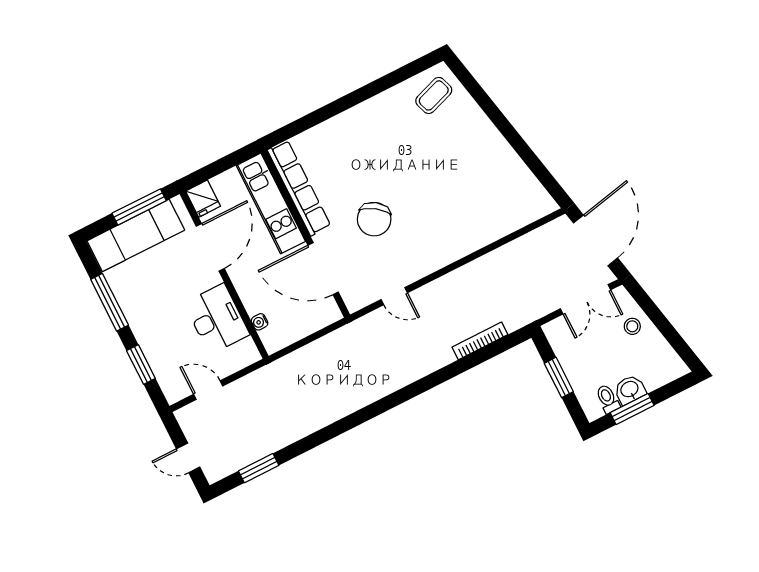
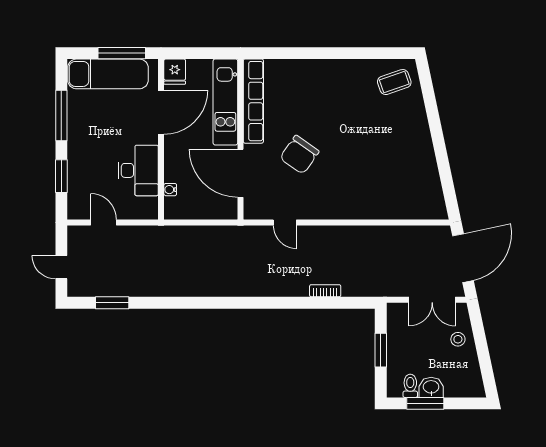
bookcase: (480, 341) -> (325, 291), width x0.64

